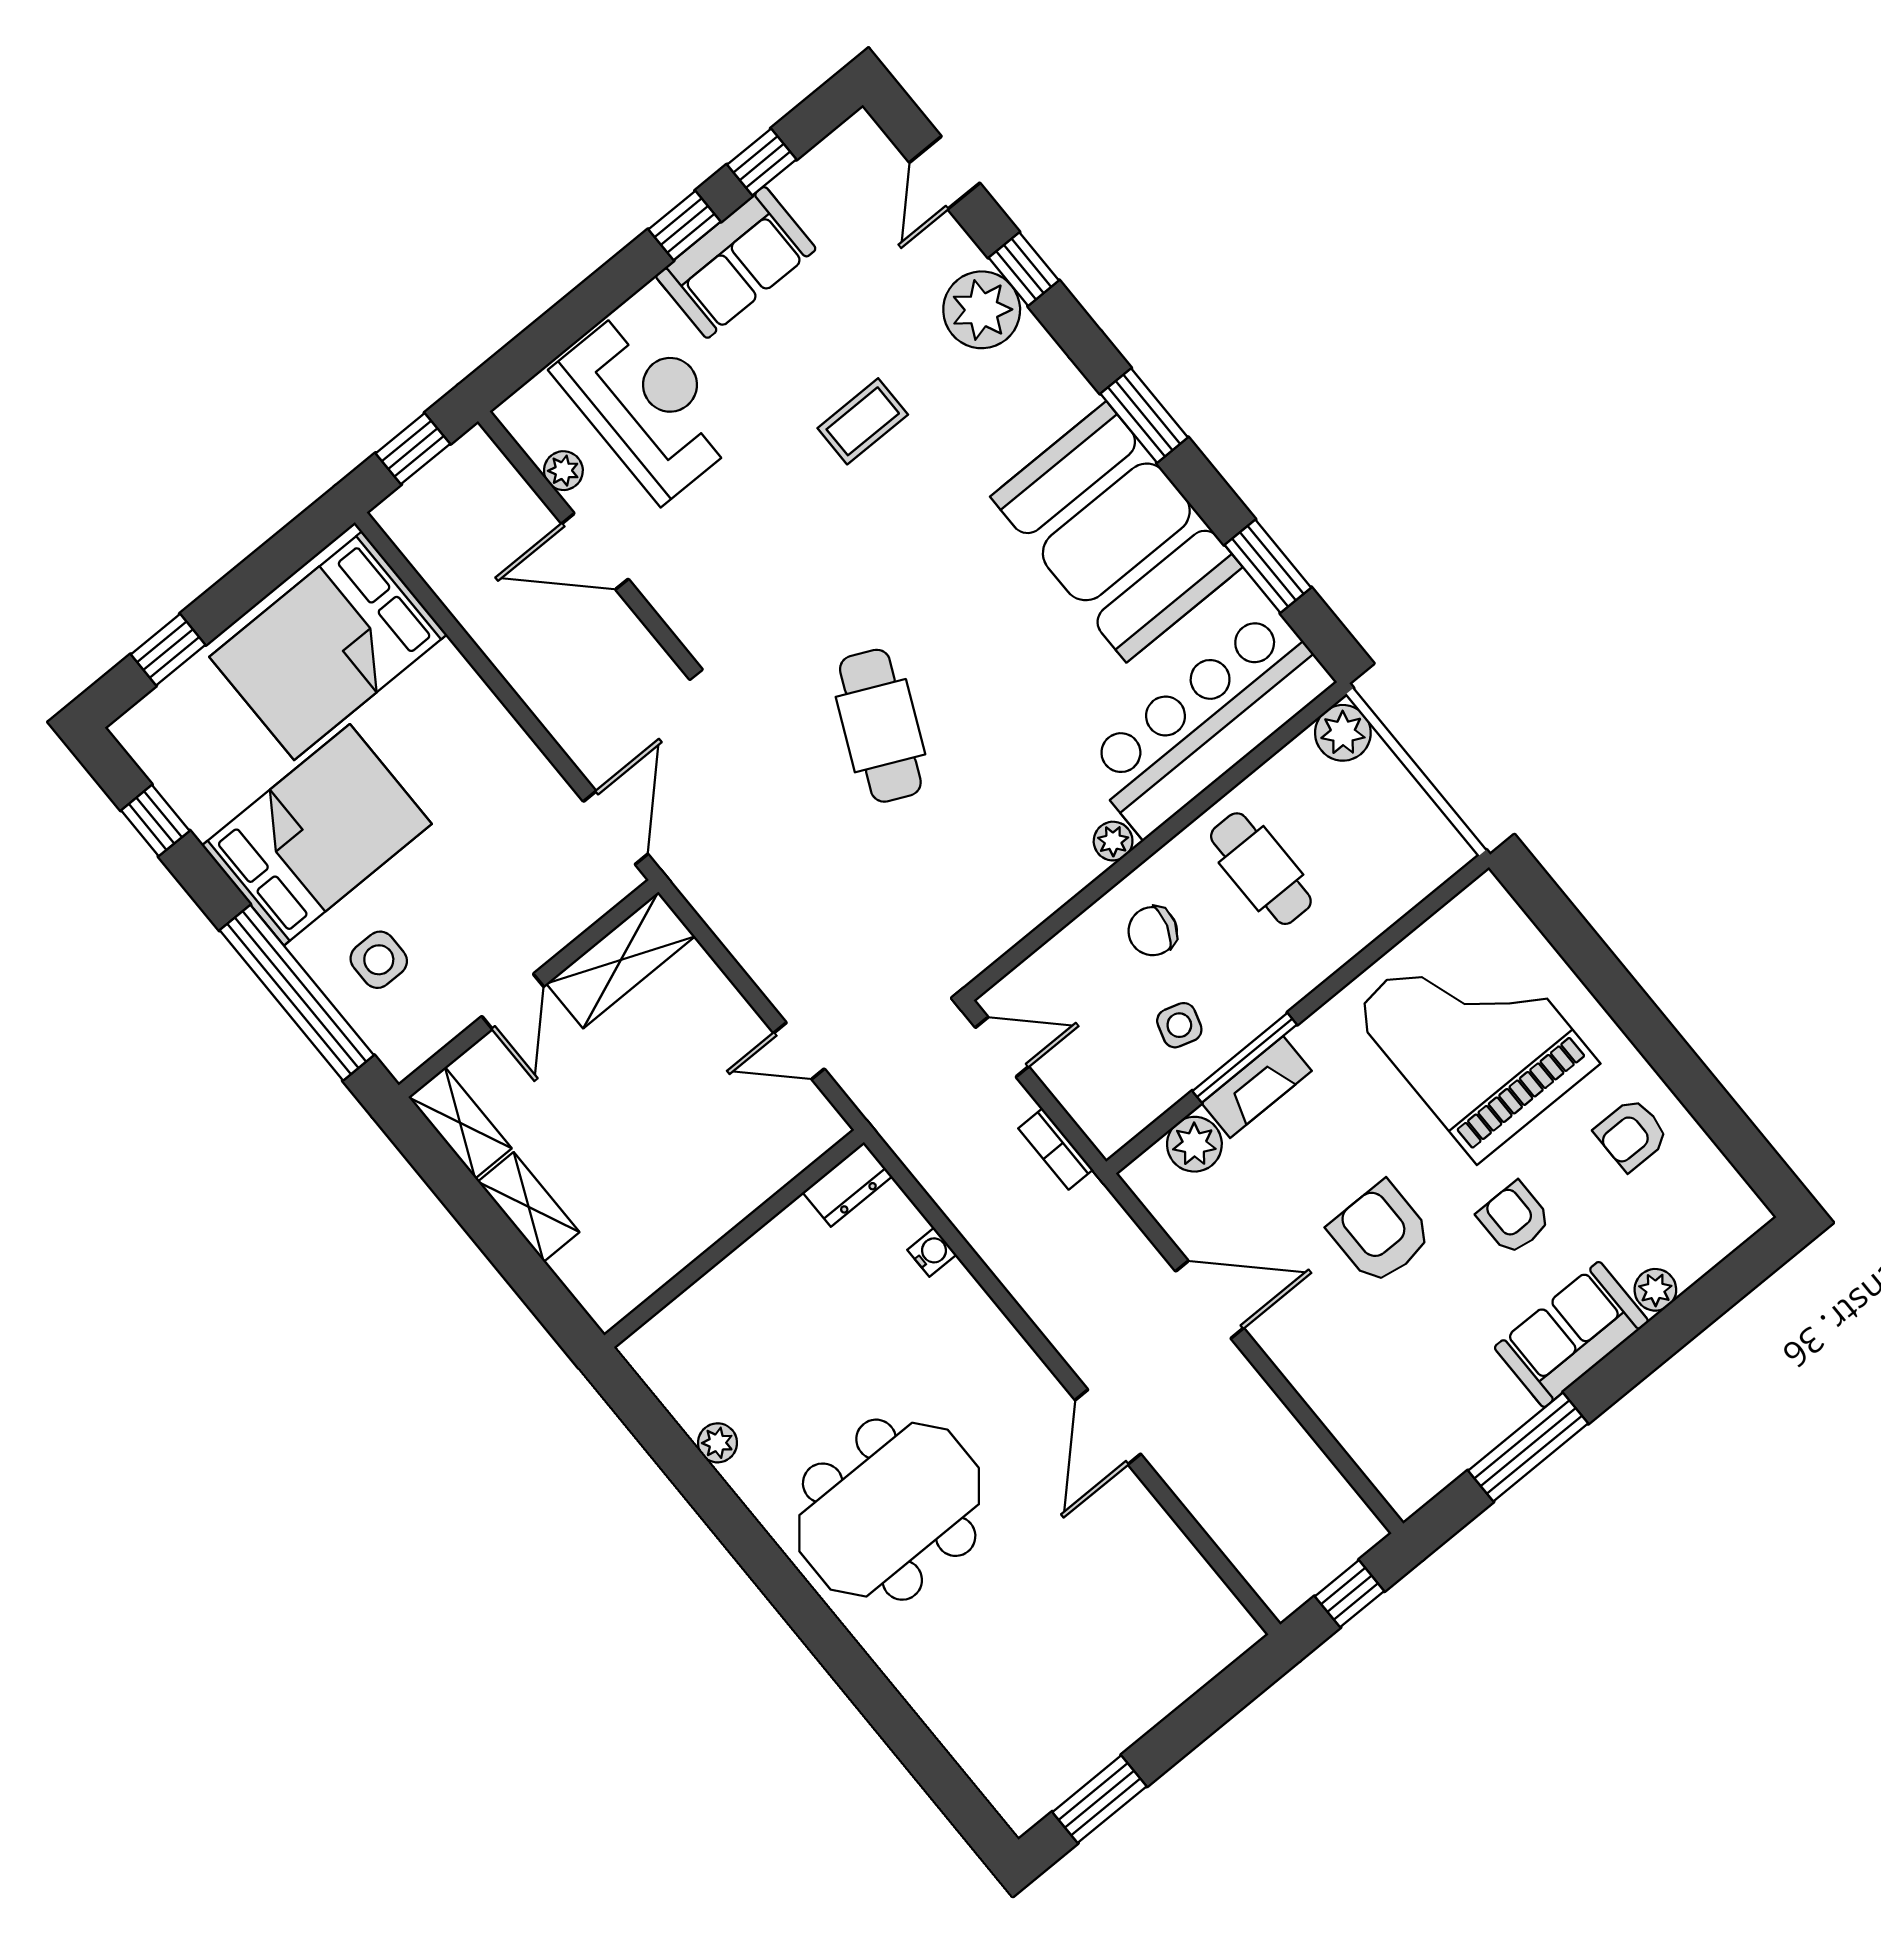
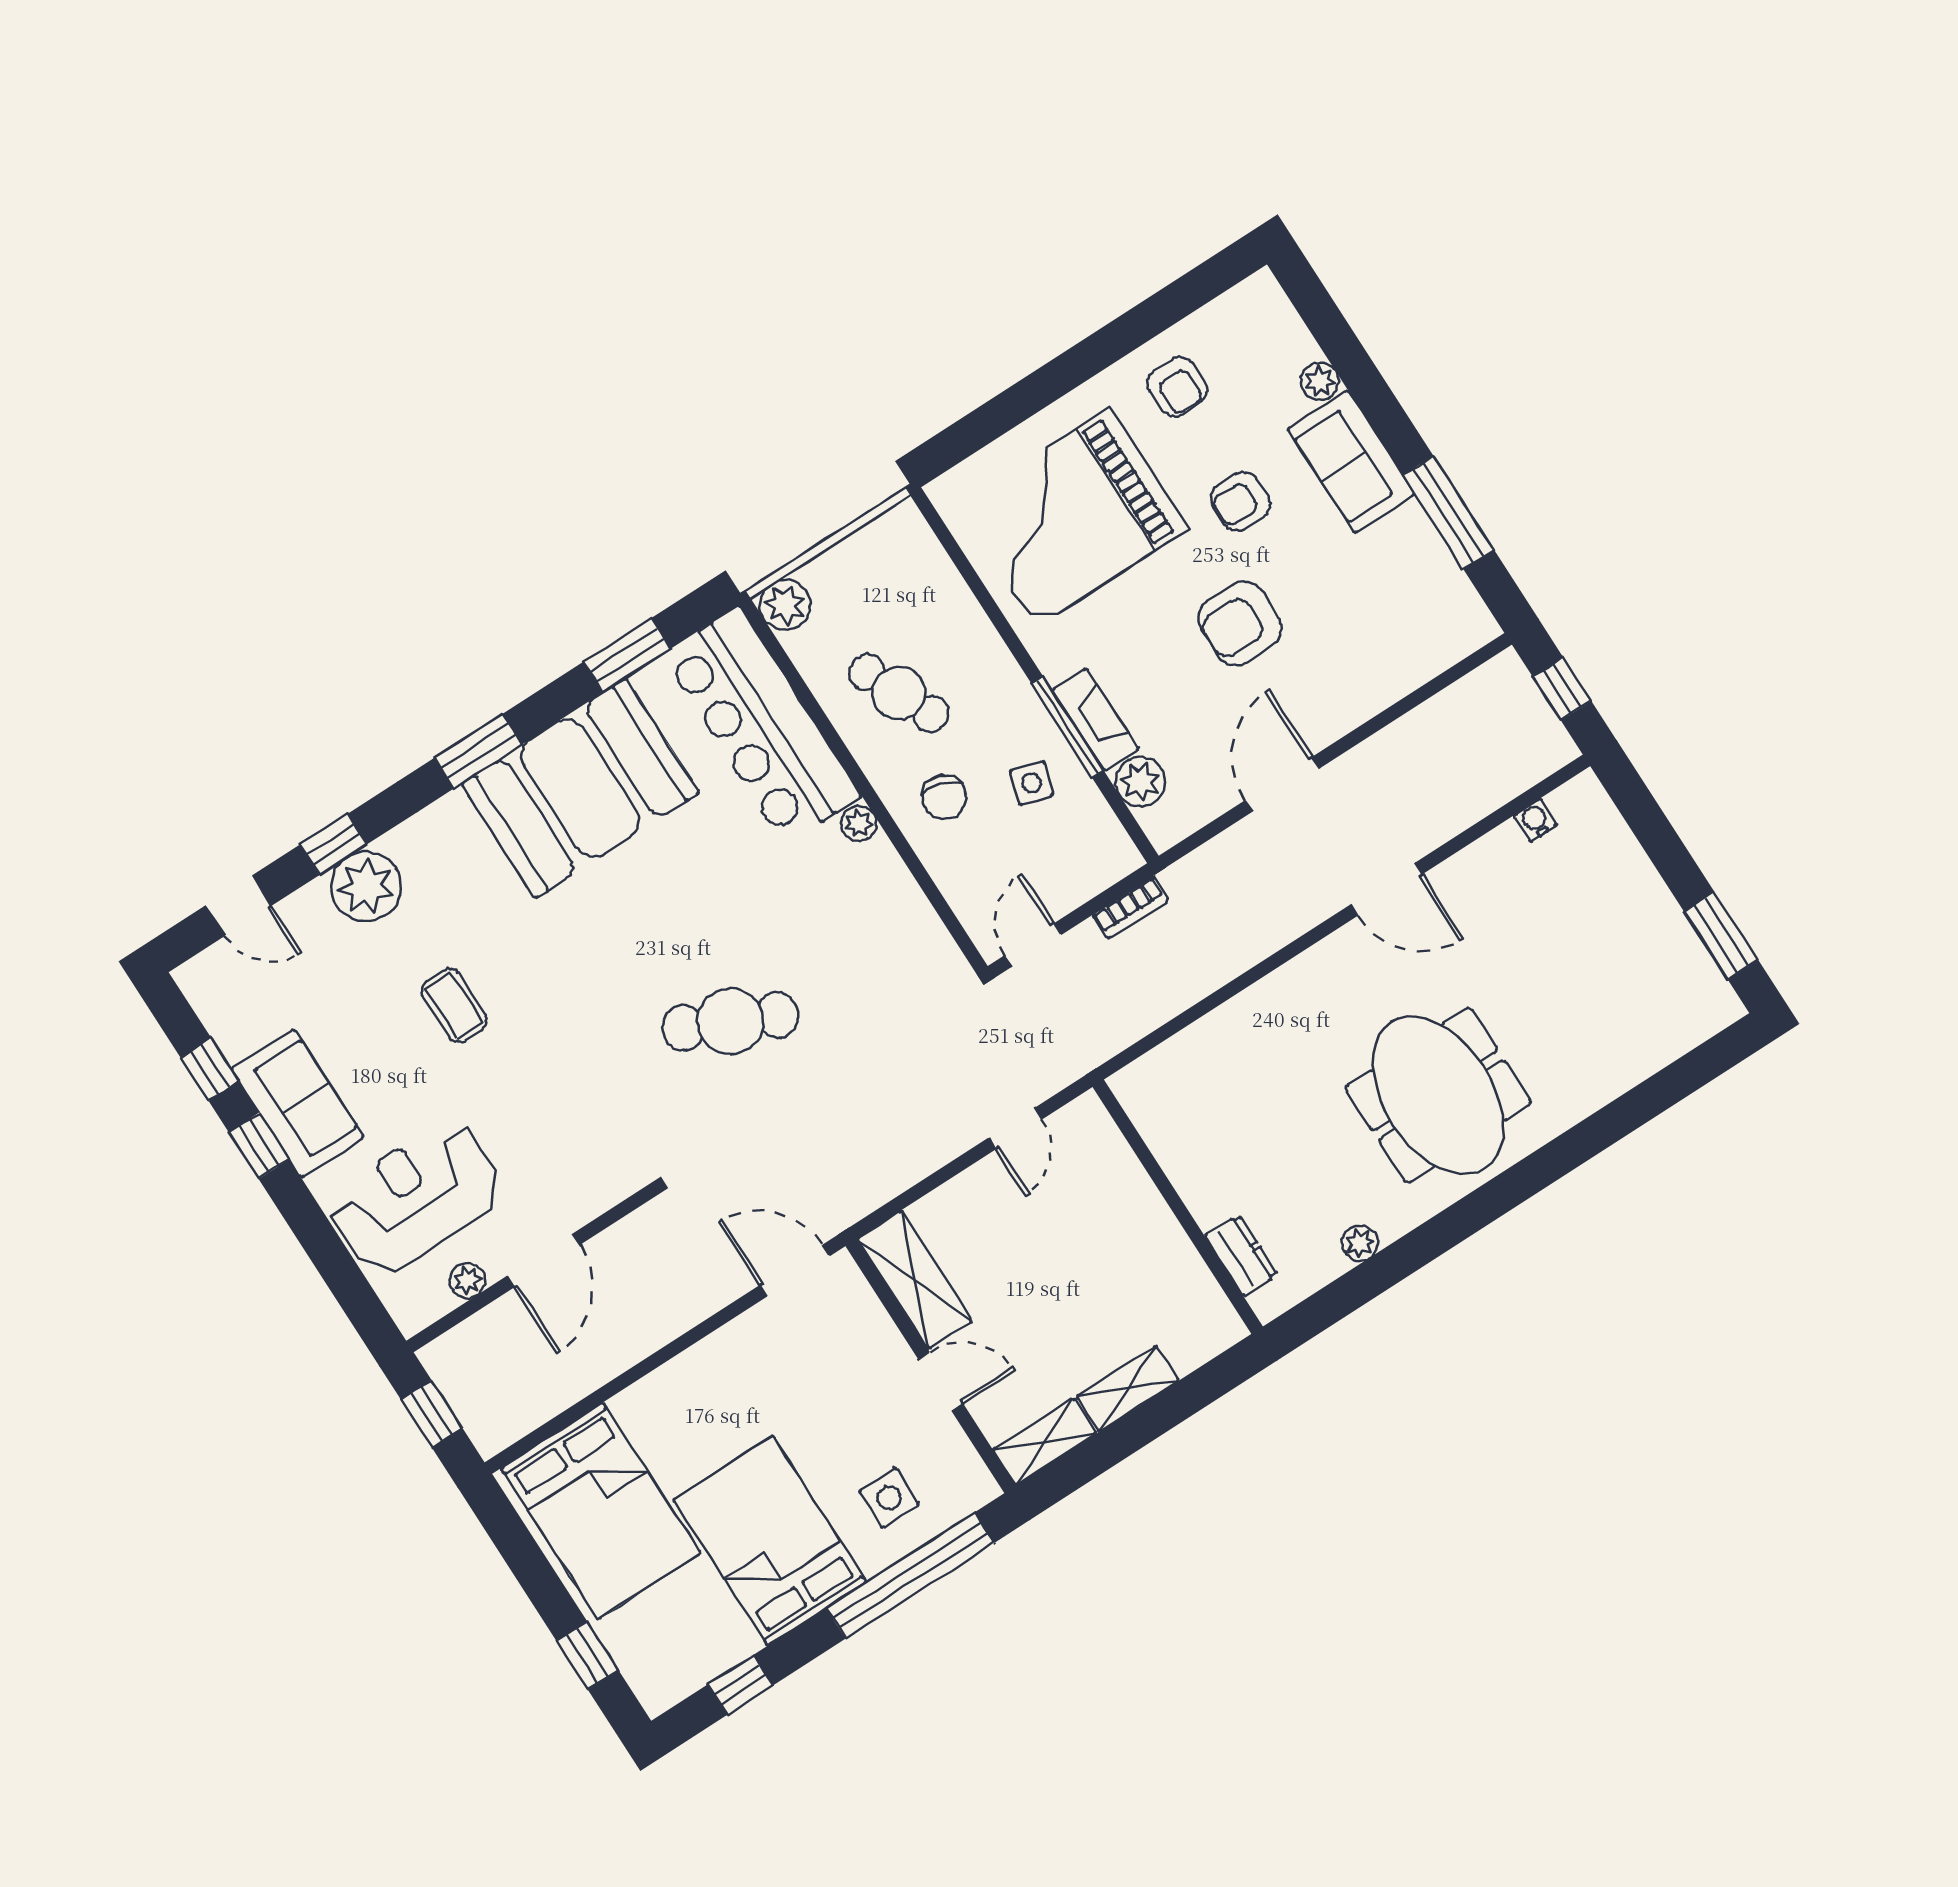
cafe table: (1261, 869) -> (899, 693), turned 66
dresser: (847, 1184) -> (1241, 1255), moved
water cooler: (932, 1252) -> (1536, 820), moved

